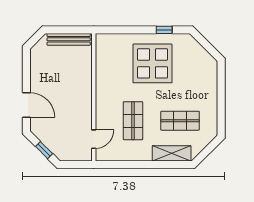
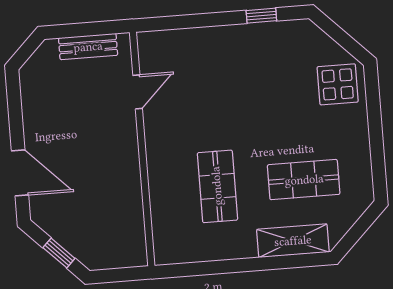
bench: (69, 39) -> (88, 47), width x0.73
display table: (152, 63) -> (338, 84), moved, width x0.54, depth x0.54
door: (94, 139) -> (138, 92), moved

